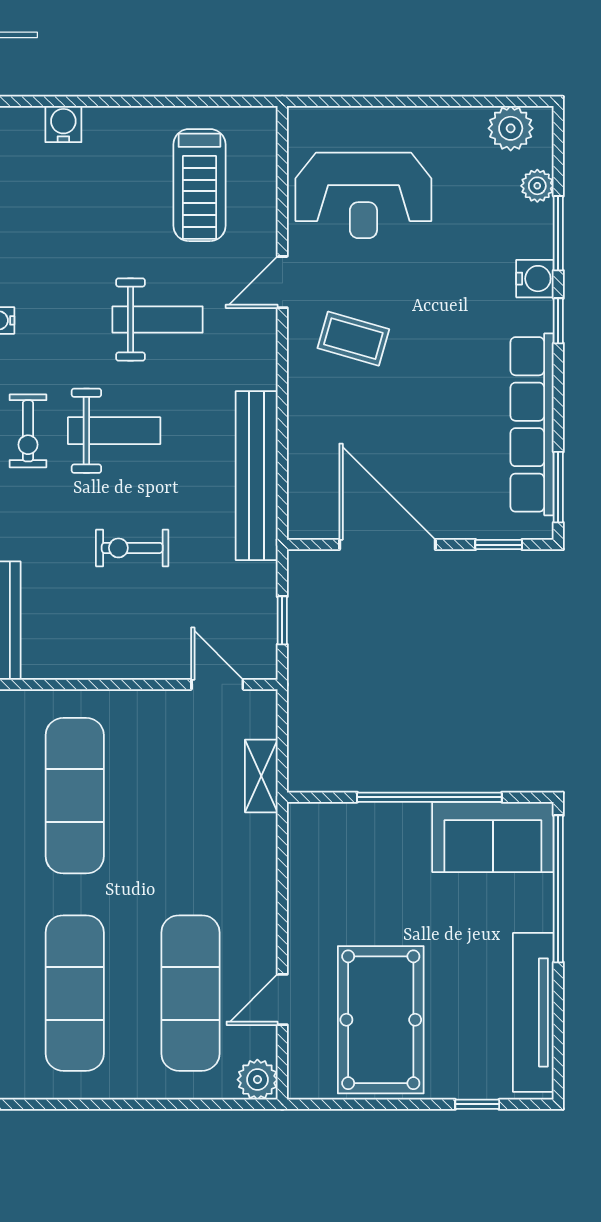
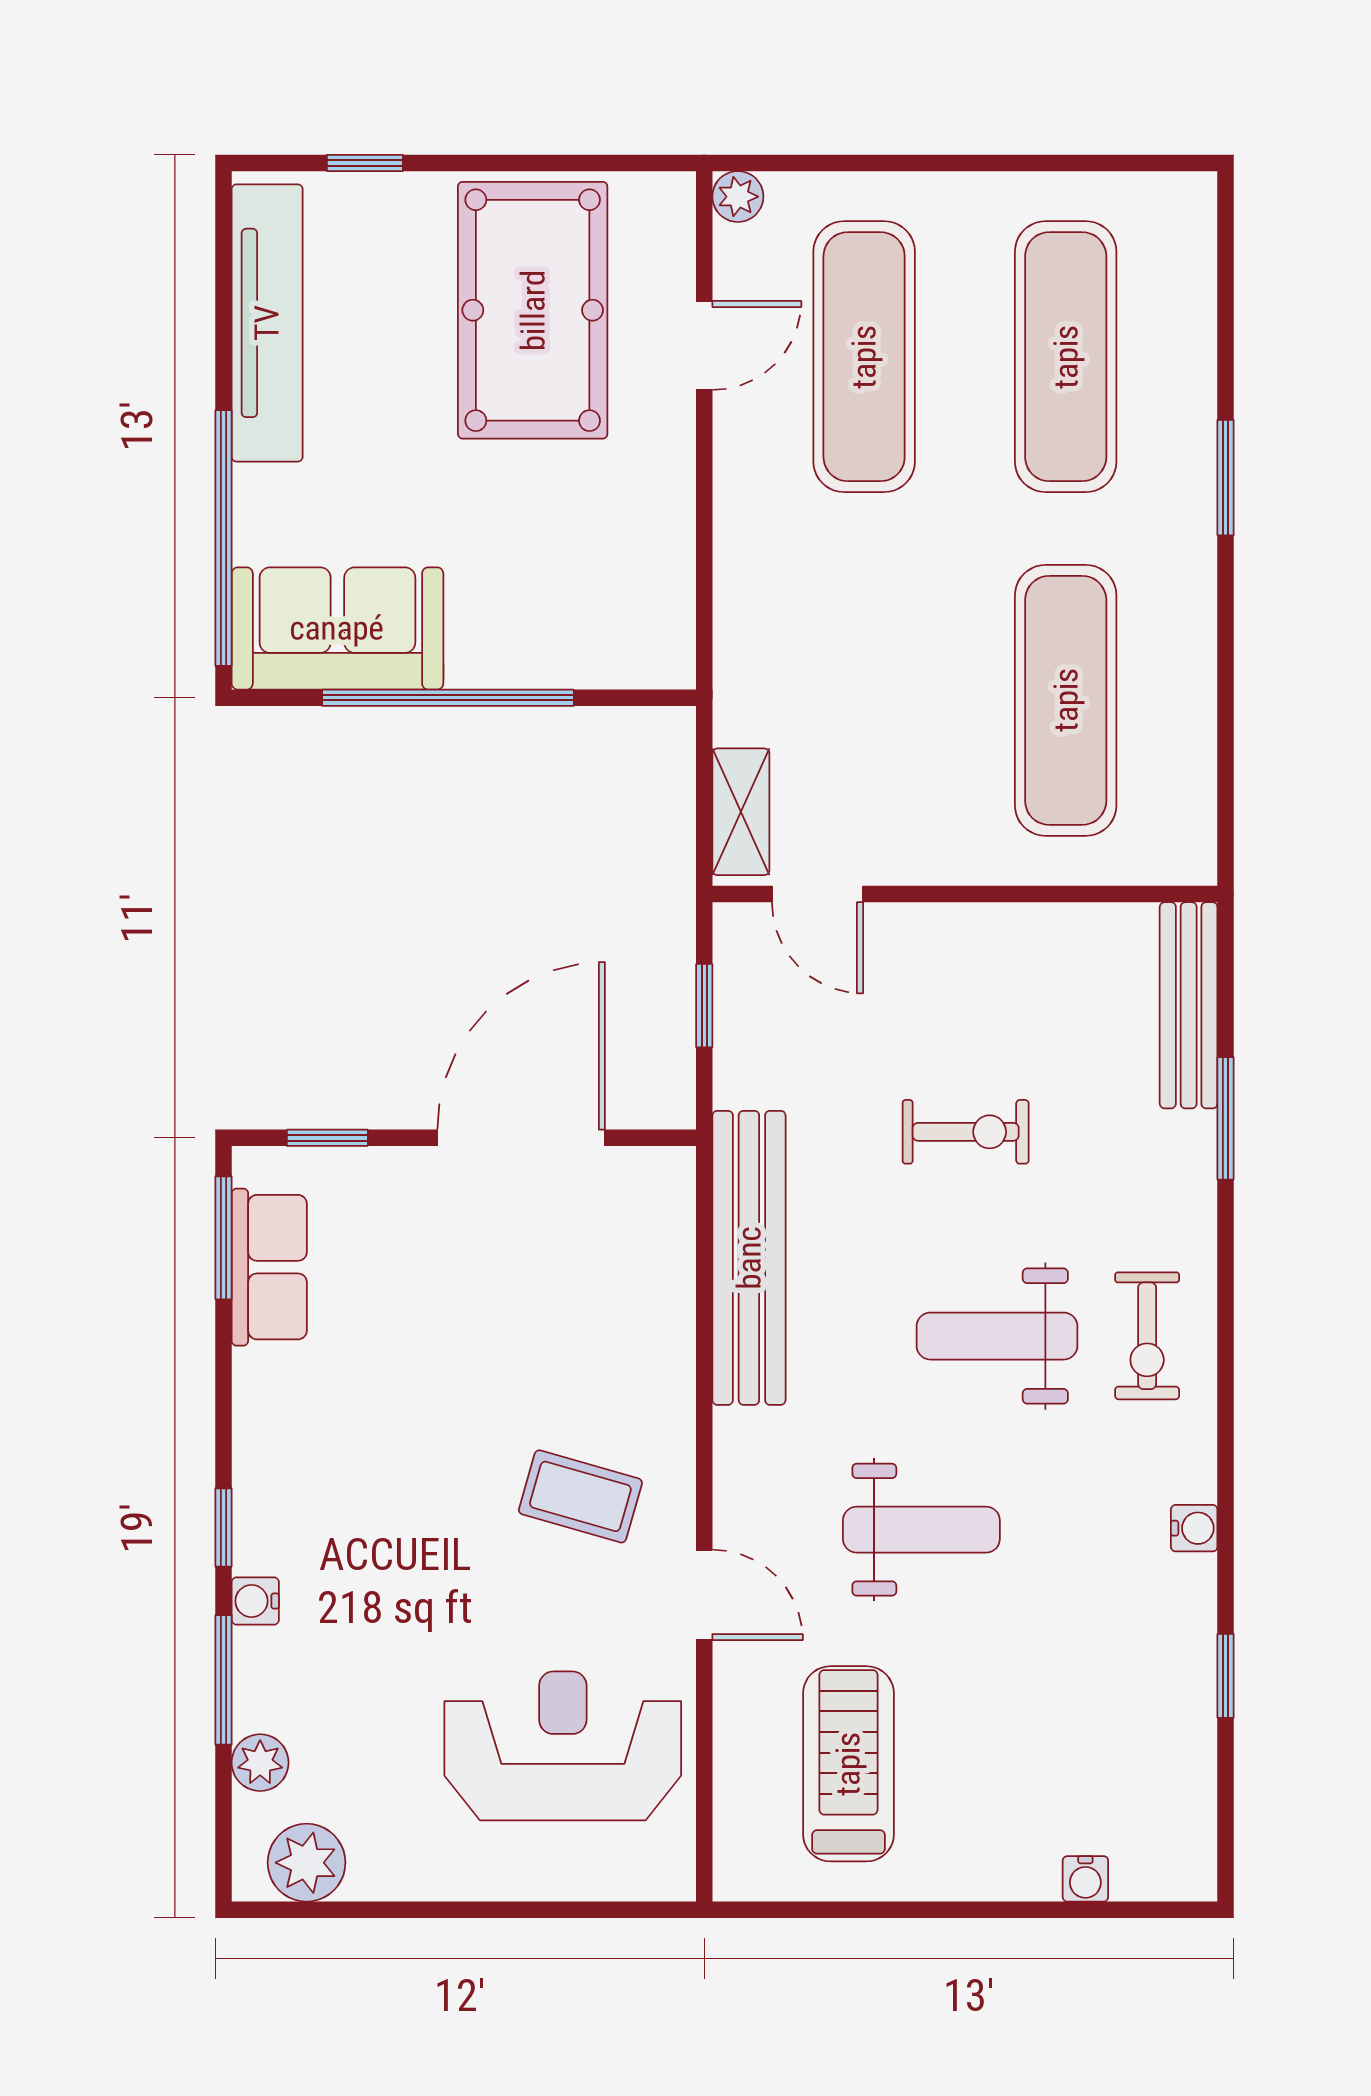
water cooler: (63, 124) -> (1085, 1879), width x0.72, depth x0.72
water cooler: (535, 279) -> (255, 1601), width x0.72, depth x0.72
door: (282, 282) -> (704, 1595), hinge flipped
weight bench: (158, 320) -> (921, 1530), turned 180
row of seats: (532, 424) -> (269, 1267), width x0.50
exercise bike: (28, 431) -> (1147, 1336), turned 180
door: (387, 545) -> (521, 1138), swing flipped
shelving: (261, 776) -> (741, 812), moved
plant: (257, 1080) -> (738, 197), width x0.73, depth x0.73

